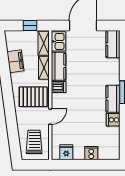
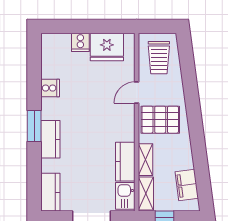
filing cabinet: (15, 61) -> (187, 185), moved
dishwasher: (59, 87) -> (125, 133), removed
kitchen counter: (113, 99) -> (50, 139), moved
fridge: (66, 152) -> (107, 47), width x1.88, depth x1.34

